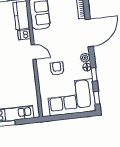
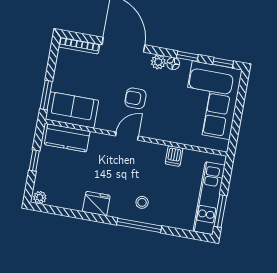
dishwasher: (24, 35) -> (174, 156), moved
armchair: (57, 69) -> (136, 98), moved

